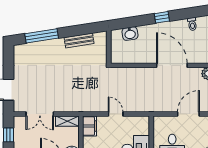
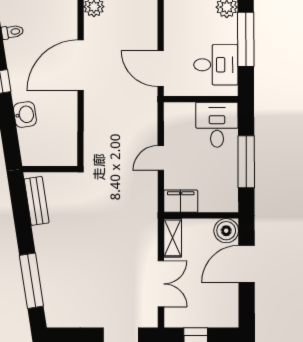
washbasin: (130, 34) -> (25, 115), moved
bench: (79, 41) -> (37, 201), moved
door: (188, 114) -> (161, 69), moved

